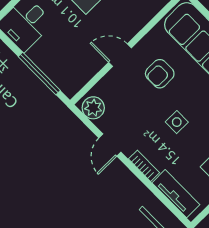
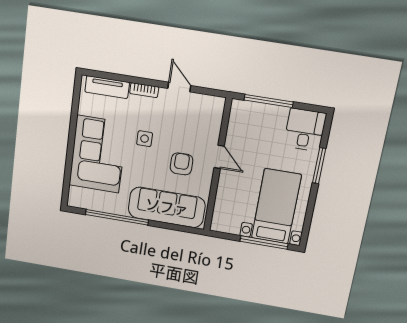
door: (120, 55) -> (219, 157), hinge flipped
plant: (93, 108) -> (211, 105), removed

